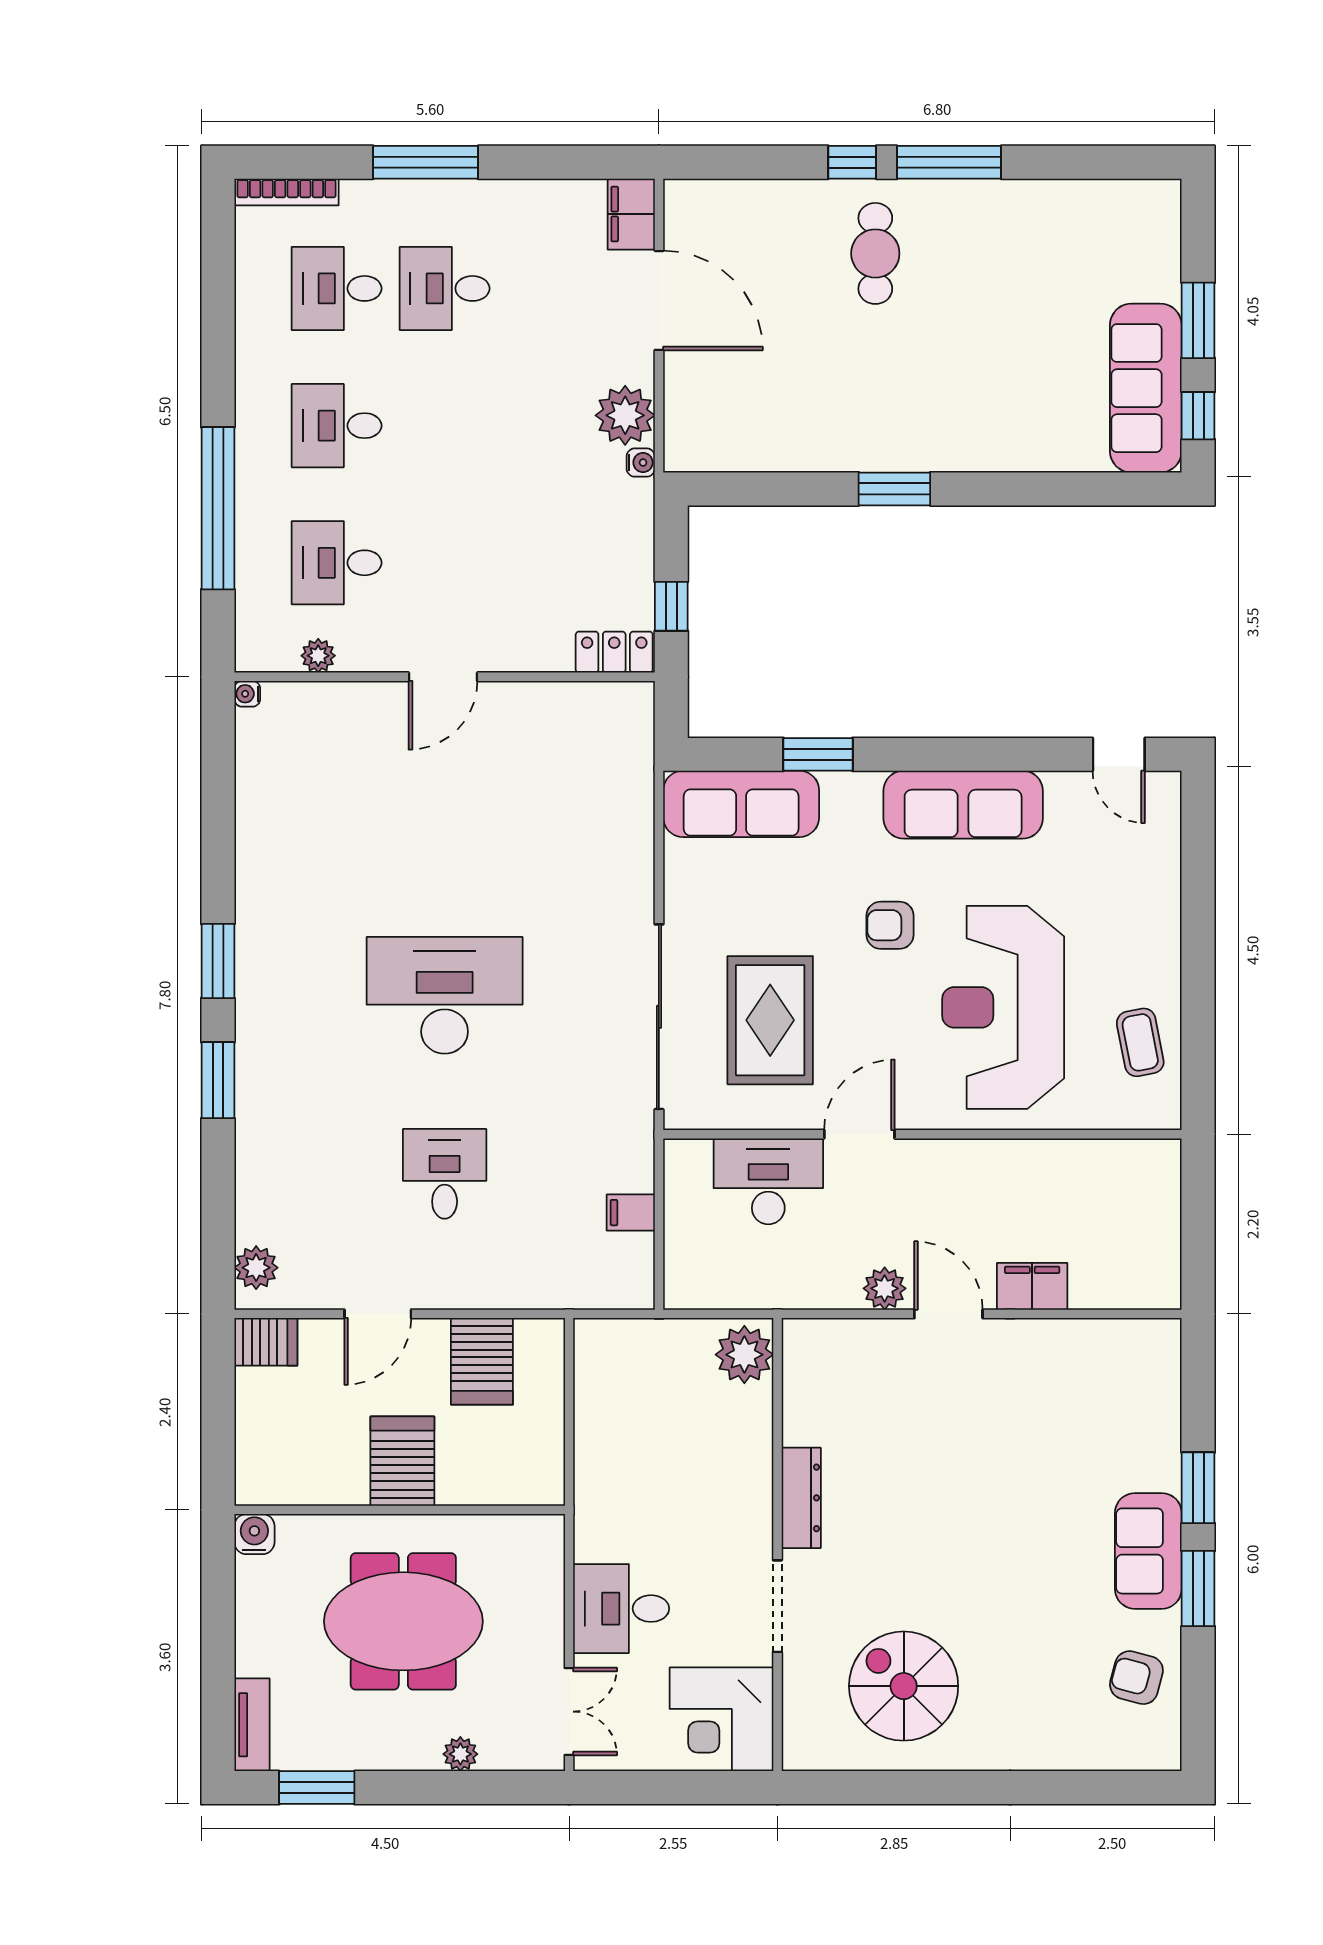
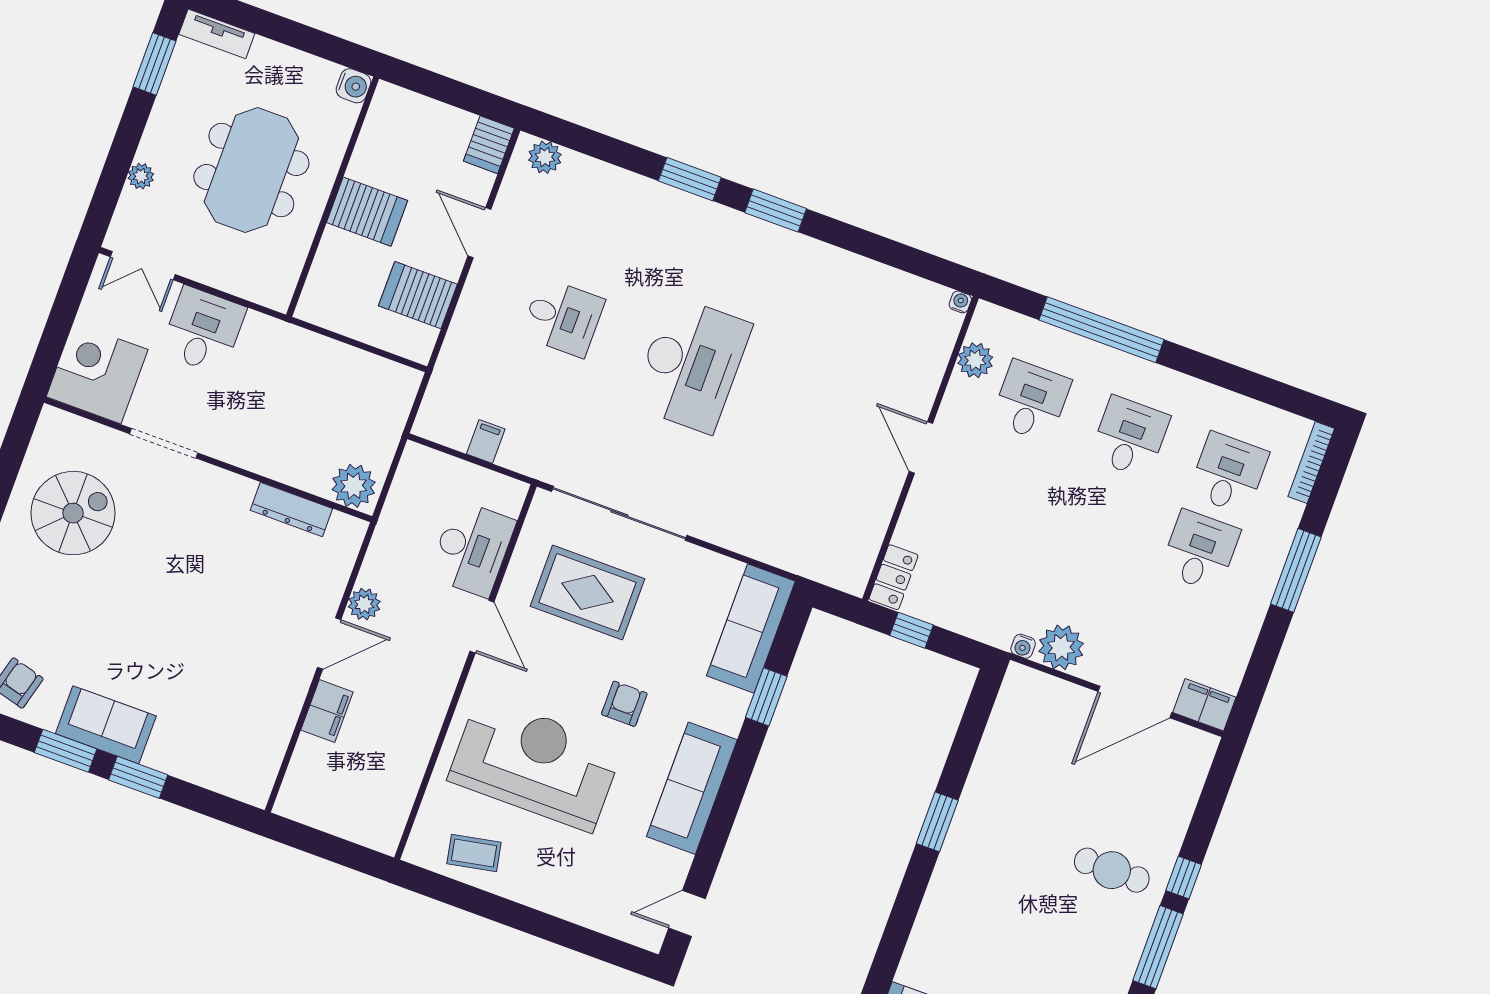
plant: (318, 656) -> (975, 360), width x1.38, depth x1.38
dresser: (801, 1498) -> (291, 509), moved

